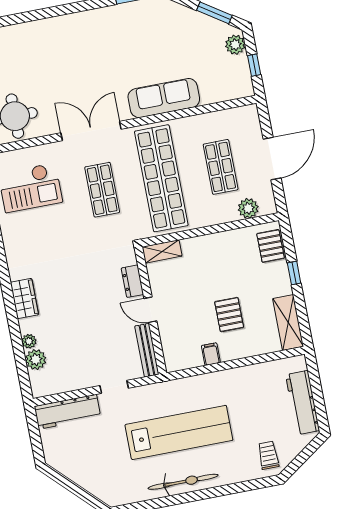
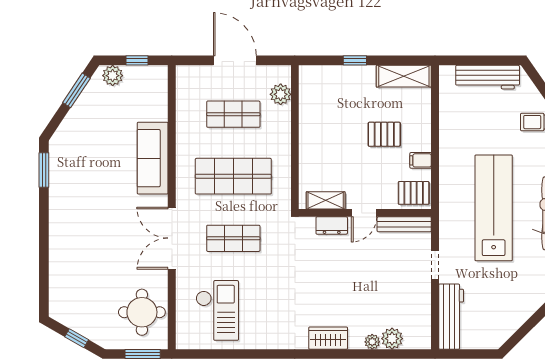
shop shelf: (161, 178) -> (233, 176), width x0.71
pallet: (271, 246) -> (414, 193), moved
shelving: (162, 251) -> (326, 200), moved, turned 90

